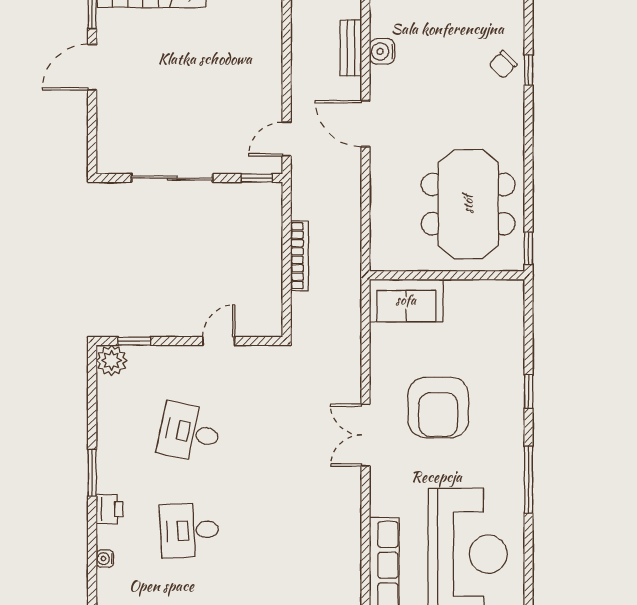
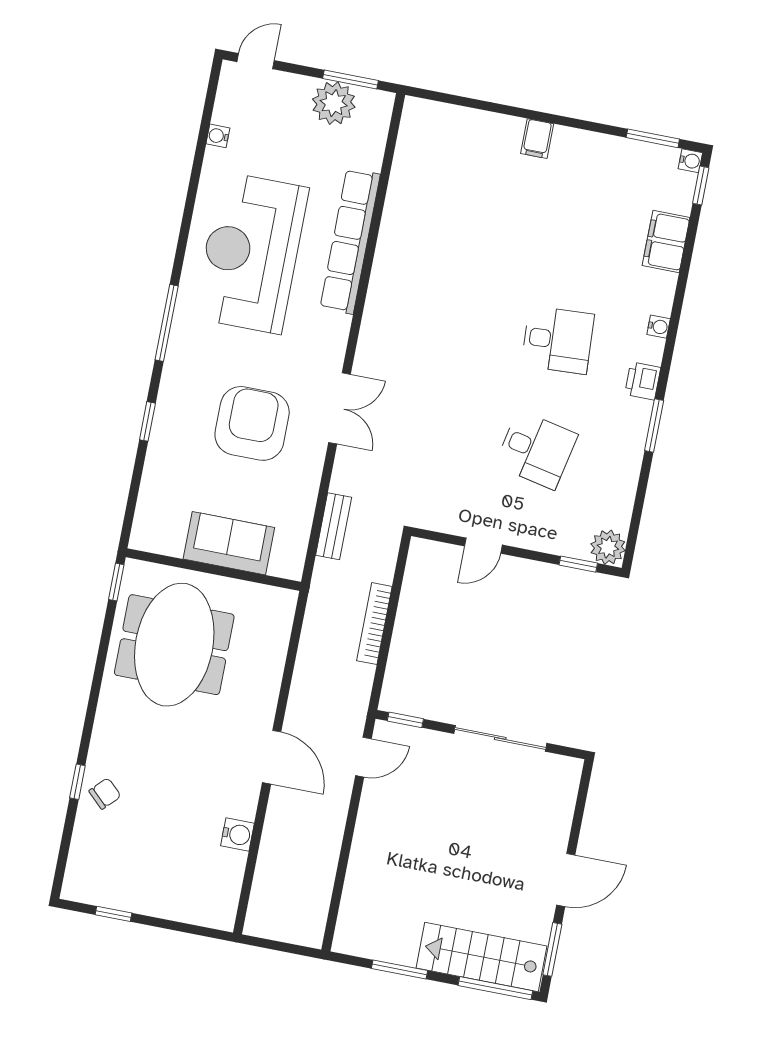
bench: (351, 48) -> (334, 526), moved
sofa: (406, 300) -> (229, 543), moved

